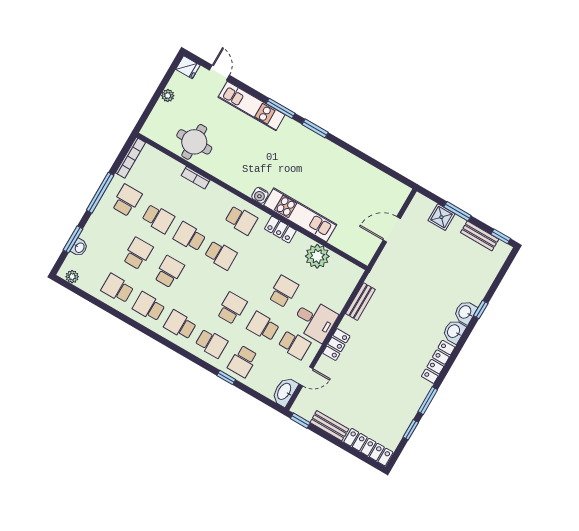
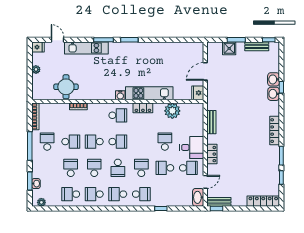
fridge: (365, 252) -> (198, 93), added
washbasin: (454, 331) -> (274, 79), moved
school desk: (243, 361) -> (118, 168), moved
bench: (329, 426) -> (219, 202), moved

